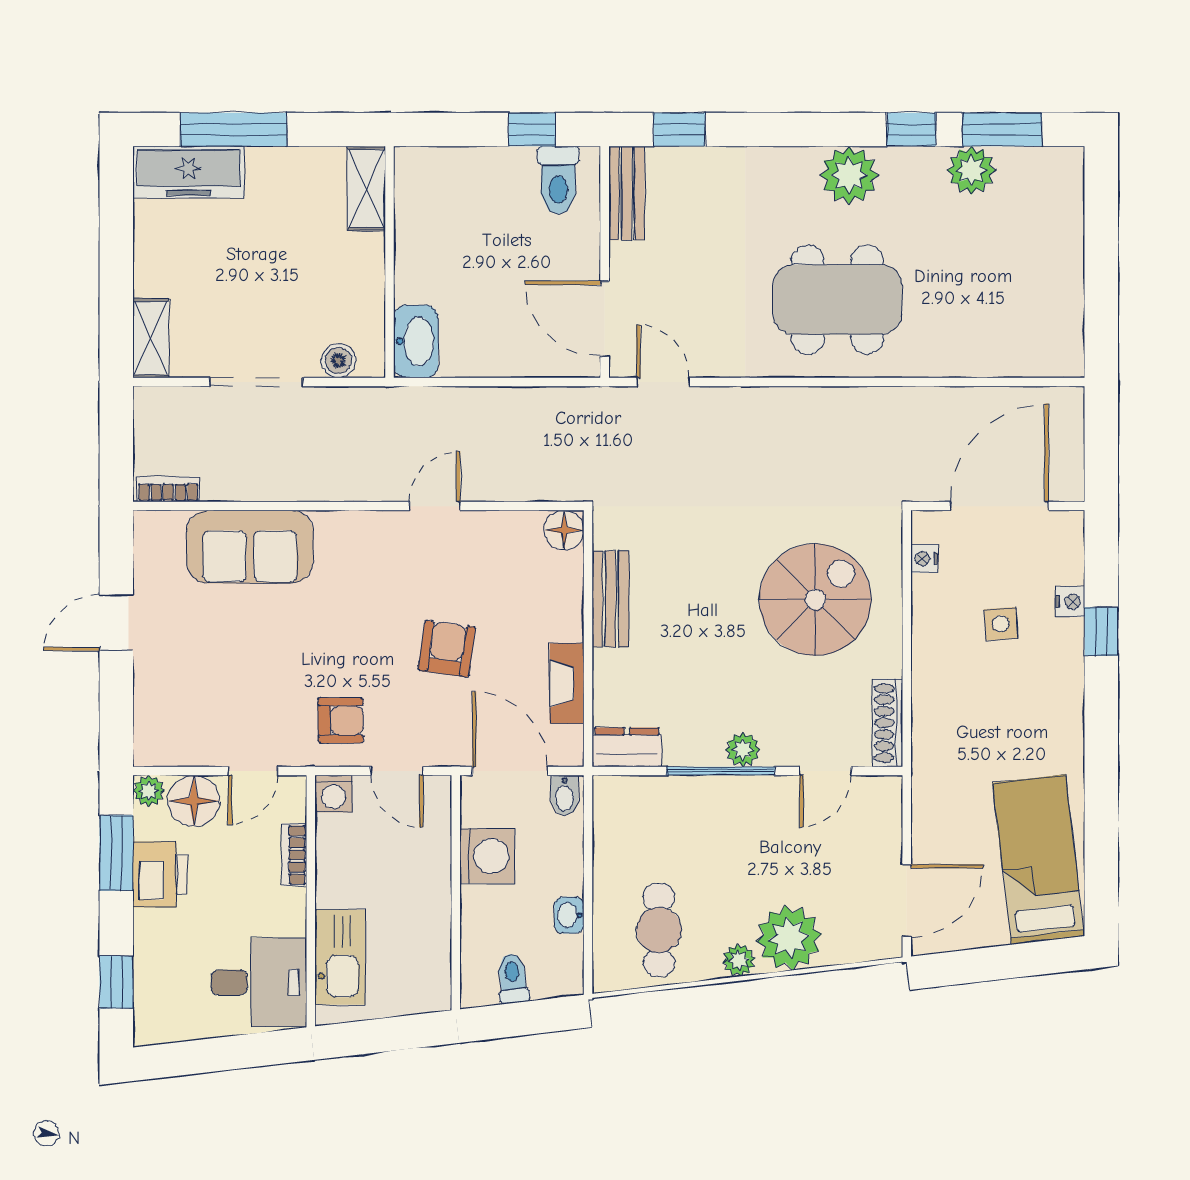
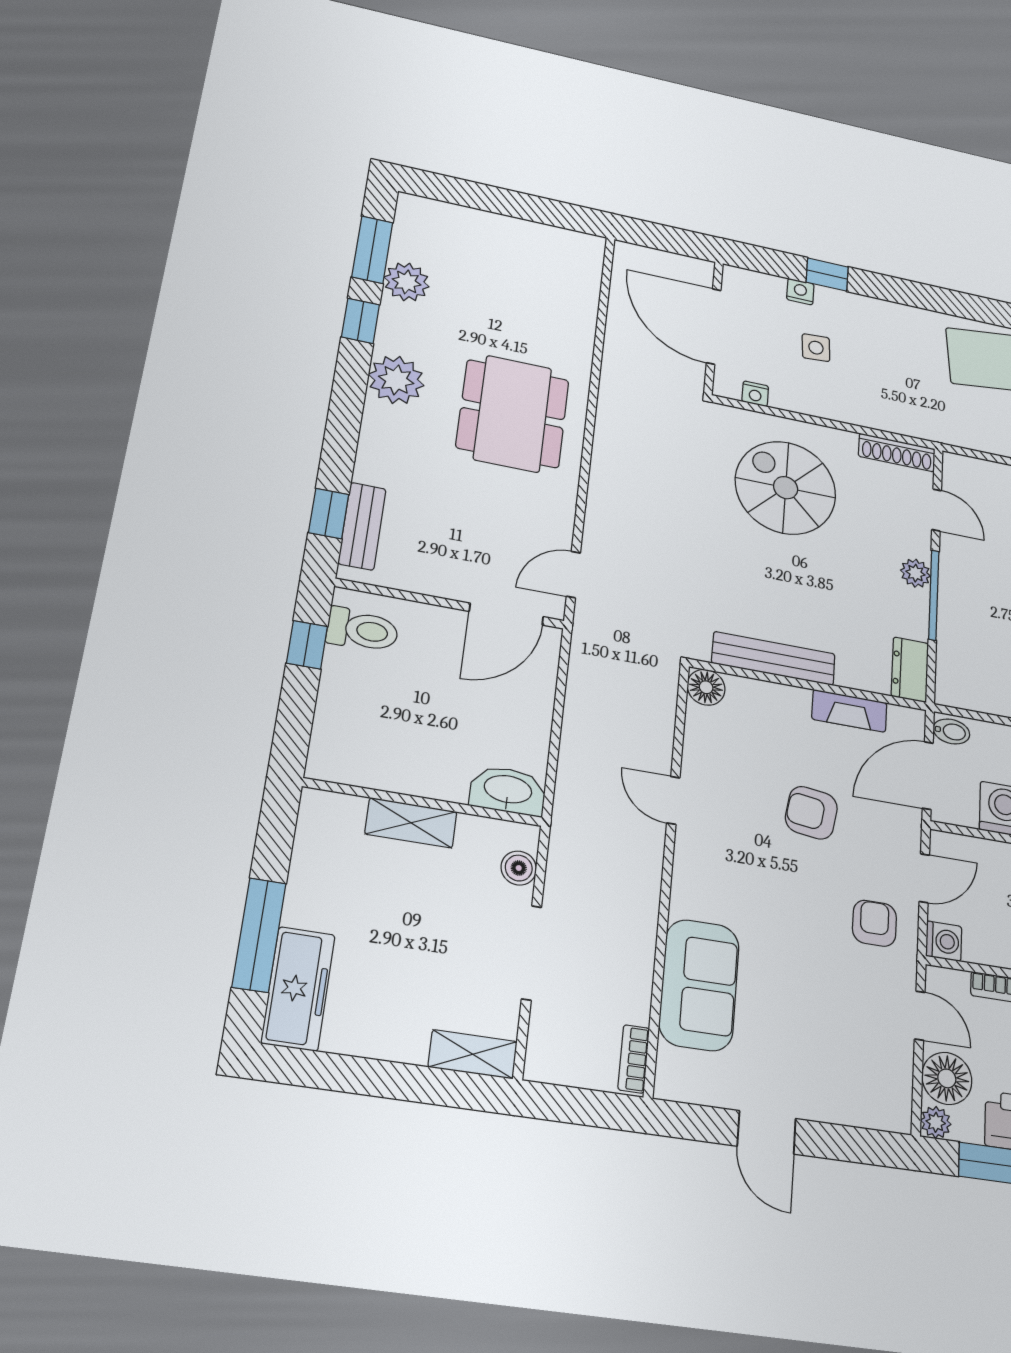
shelving: (366, 188) -> (411, 823), moved
bench: (627, 193) -> (362, 526), moved, turned 90
bench: (611, 599) -> (774, 658), width x1.36

